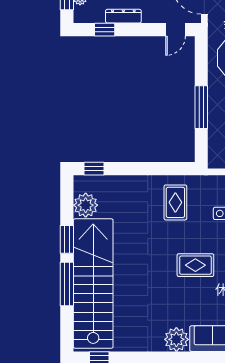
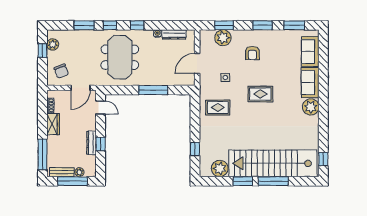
window: (105, 30) -> (101, 144), moved
window: (94, 169) -> (195, 149), moved
rug: (195, 265) -> (260, 94), turned 90

